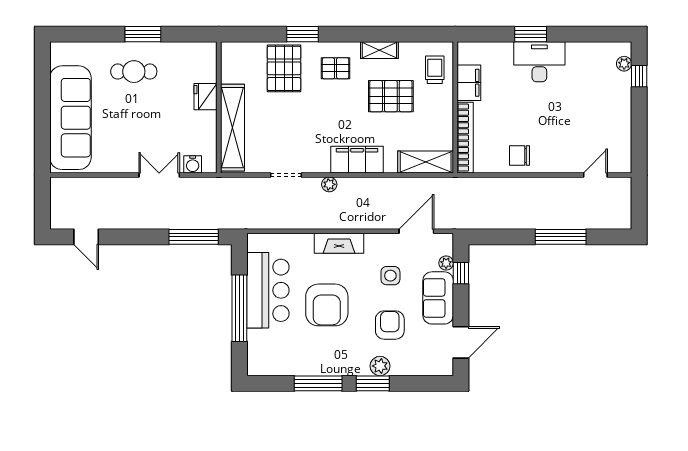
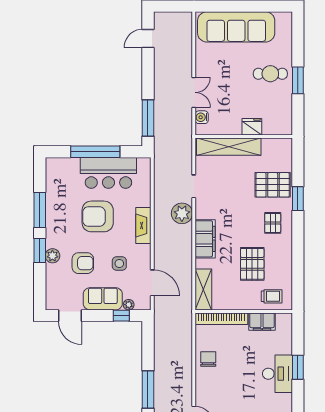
shelving: (379, 50) -> (286, 255), removed
cafe table: (134, 72) -> (270, 74), turned 90
plant: (329, 184) -> (182, 213), width x1.88, depth x1.88

